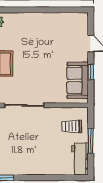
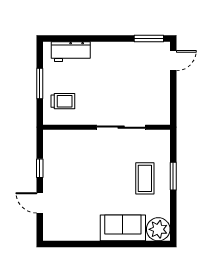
sofa: (78, 80) -> (123, 228), moved, turned -90
workbench: (80, 159) -> (71, 52), moved, turned 90

